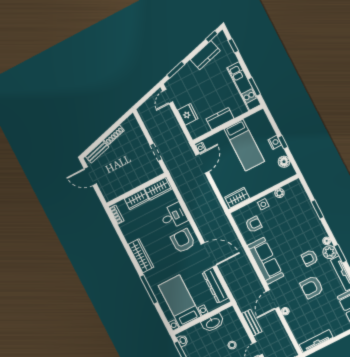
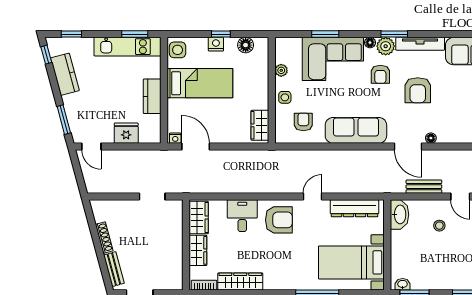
side table: (258, 120) -> (178, 50), added
corner sofa: (304, 222) -> (333, 59), added
armchair: (183, 241) -> (279, 220), turned 180
door: (209, 255) -> (313, 196), width x0.53
wardrobe: (141, 256) -> (240, 282), moved
washbasin: (213, 323) -> (400, 214), moved

